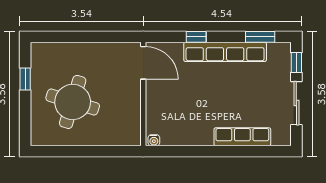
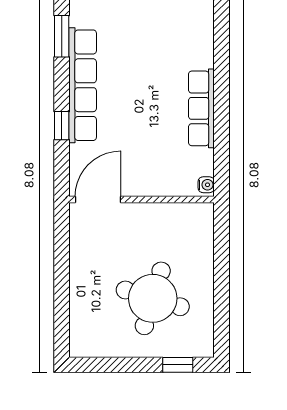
window: (25, 79) -> (178, 365), moved
row of seats: (242, 137) -> (201, 108), moved

